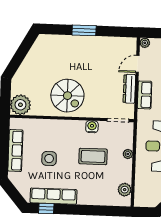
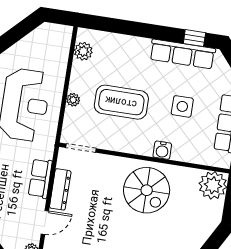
spiral stairs: (67, 96) -> (147, 190), turned 180
water cooler: (92, 127) -> (162, 150), moved
coffee table: (93, 156) -> (121, 102), width x1.36, depth x1.32

